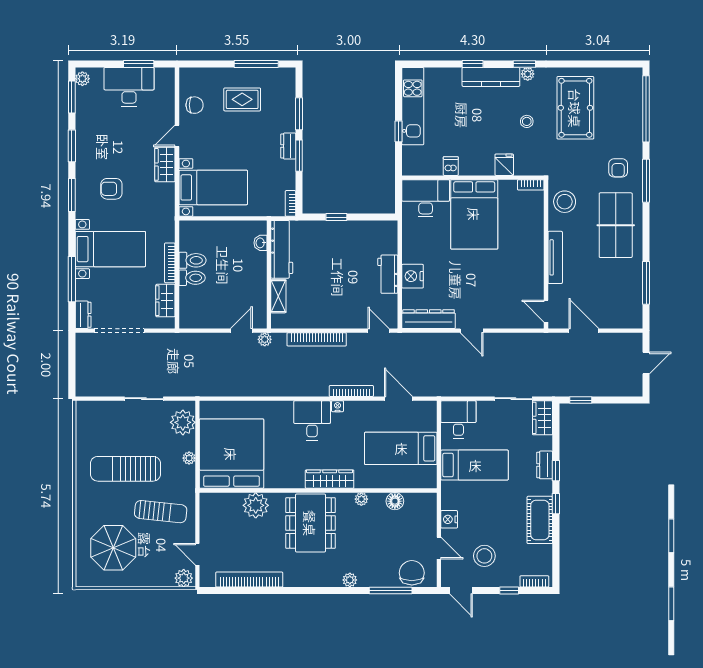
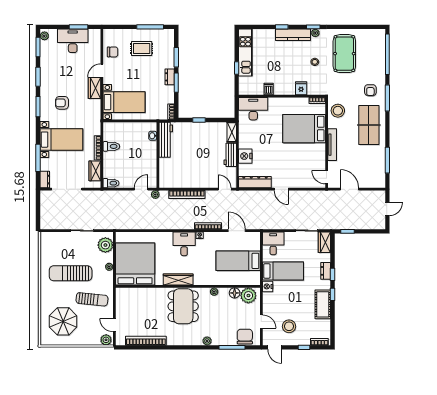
bed: (474, 214) -> (304, 129), moved, turned 90
toilet: (192, 278) -> (111, 183), moved
shelving: (278, 296) -> (232, 132), moved
wardrobe: (330, 479) -> (178, 280), moved
plant: (256, 505) -> (248, 296), moved
nightstand: (449, 519) -> (268, 286), moved

